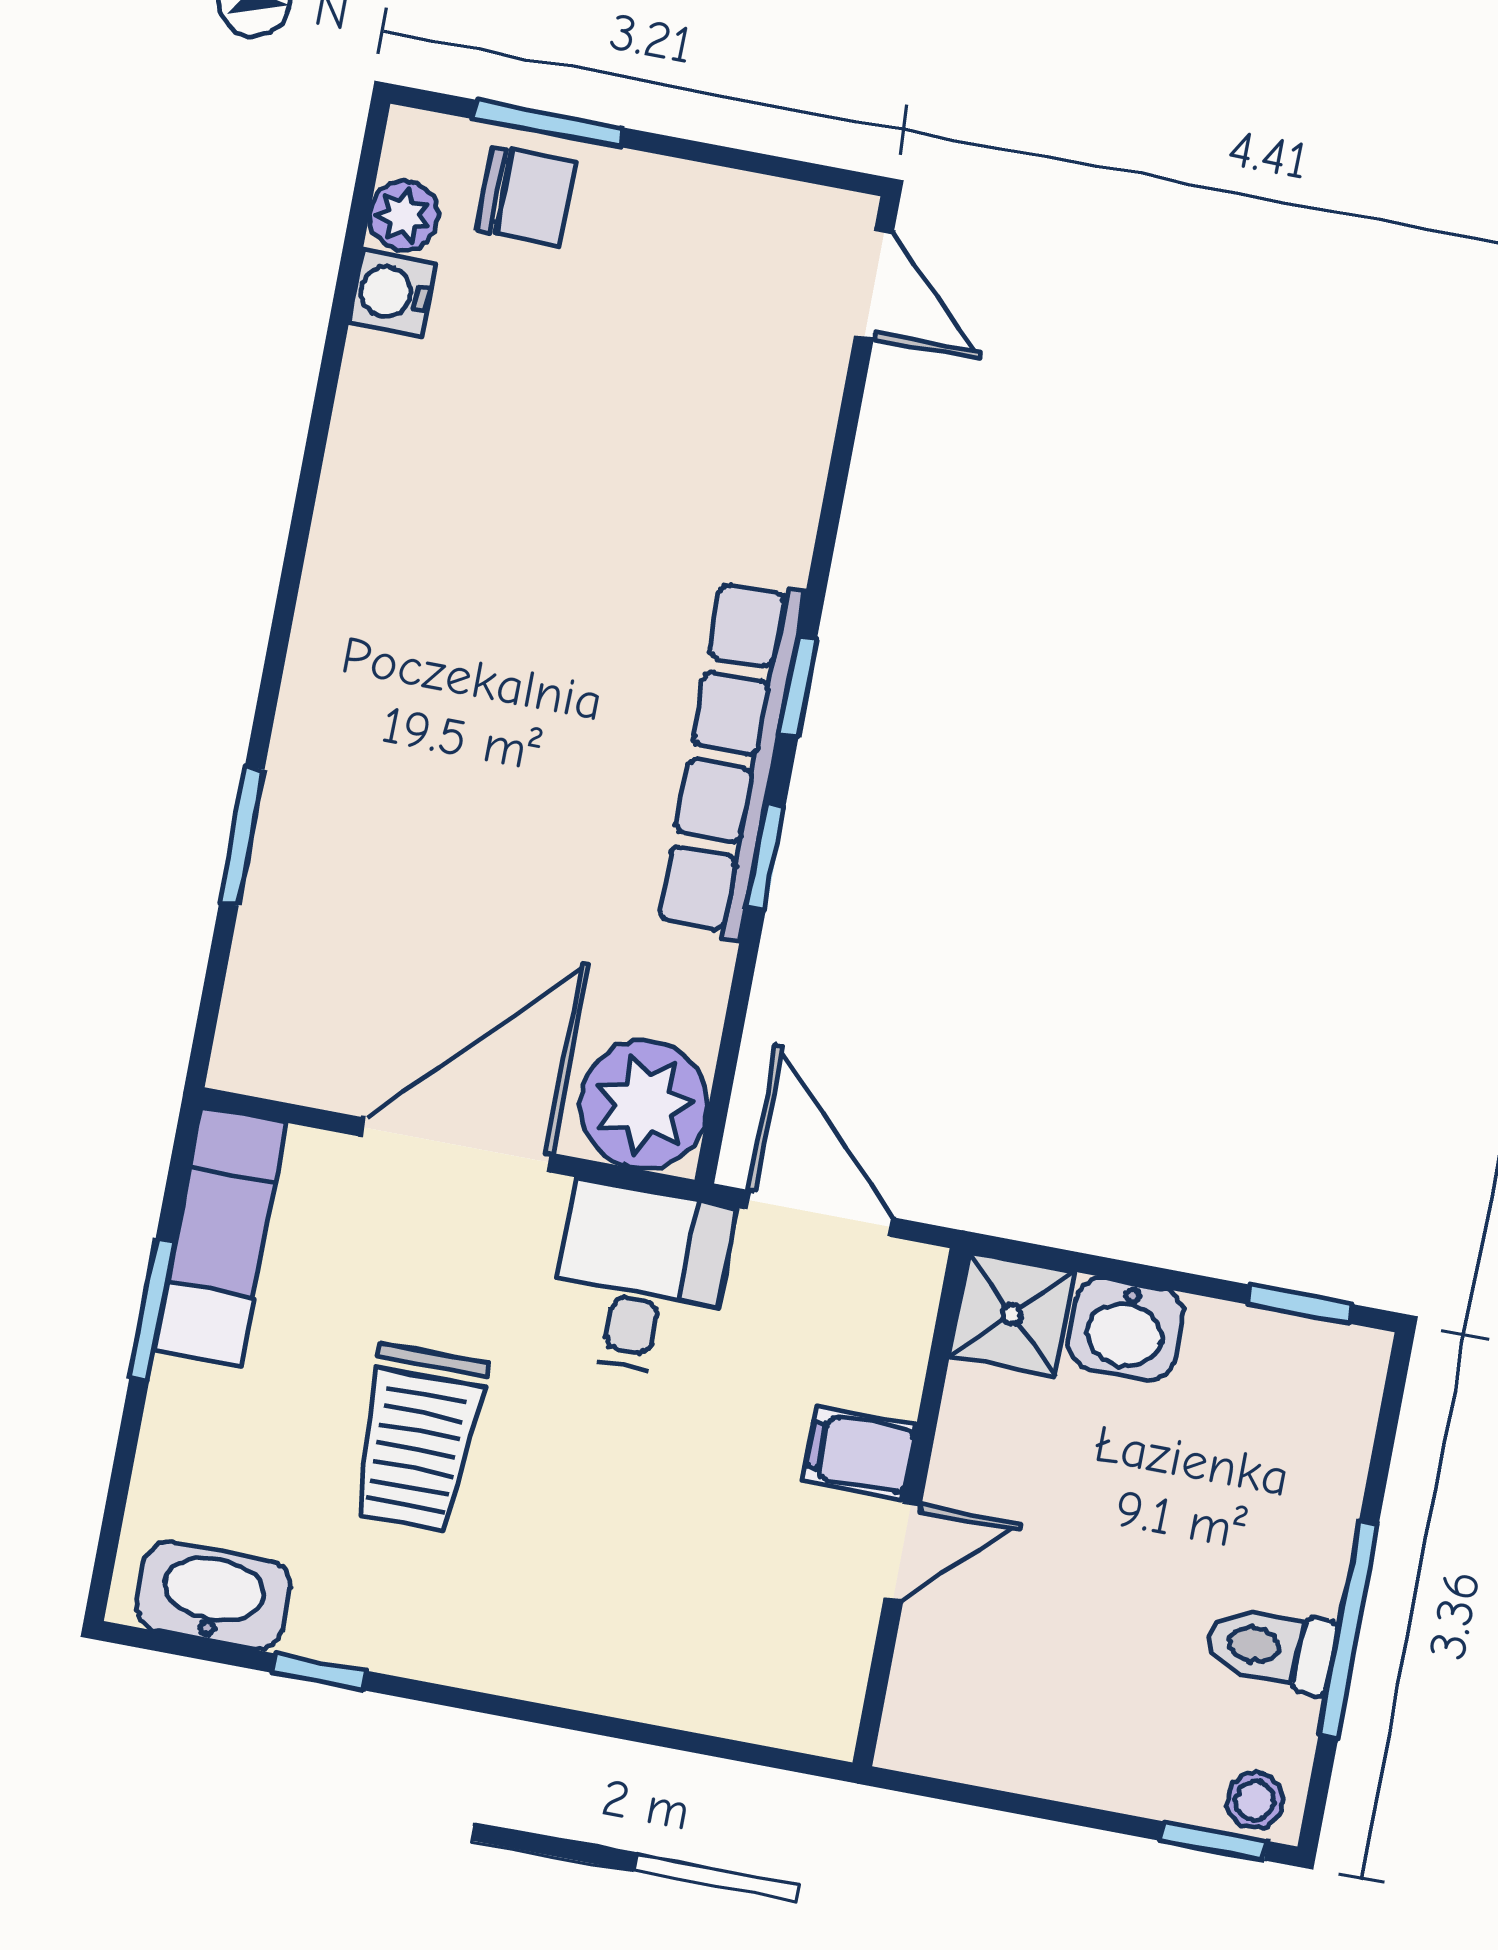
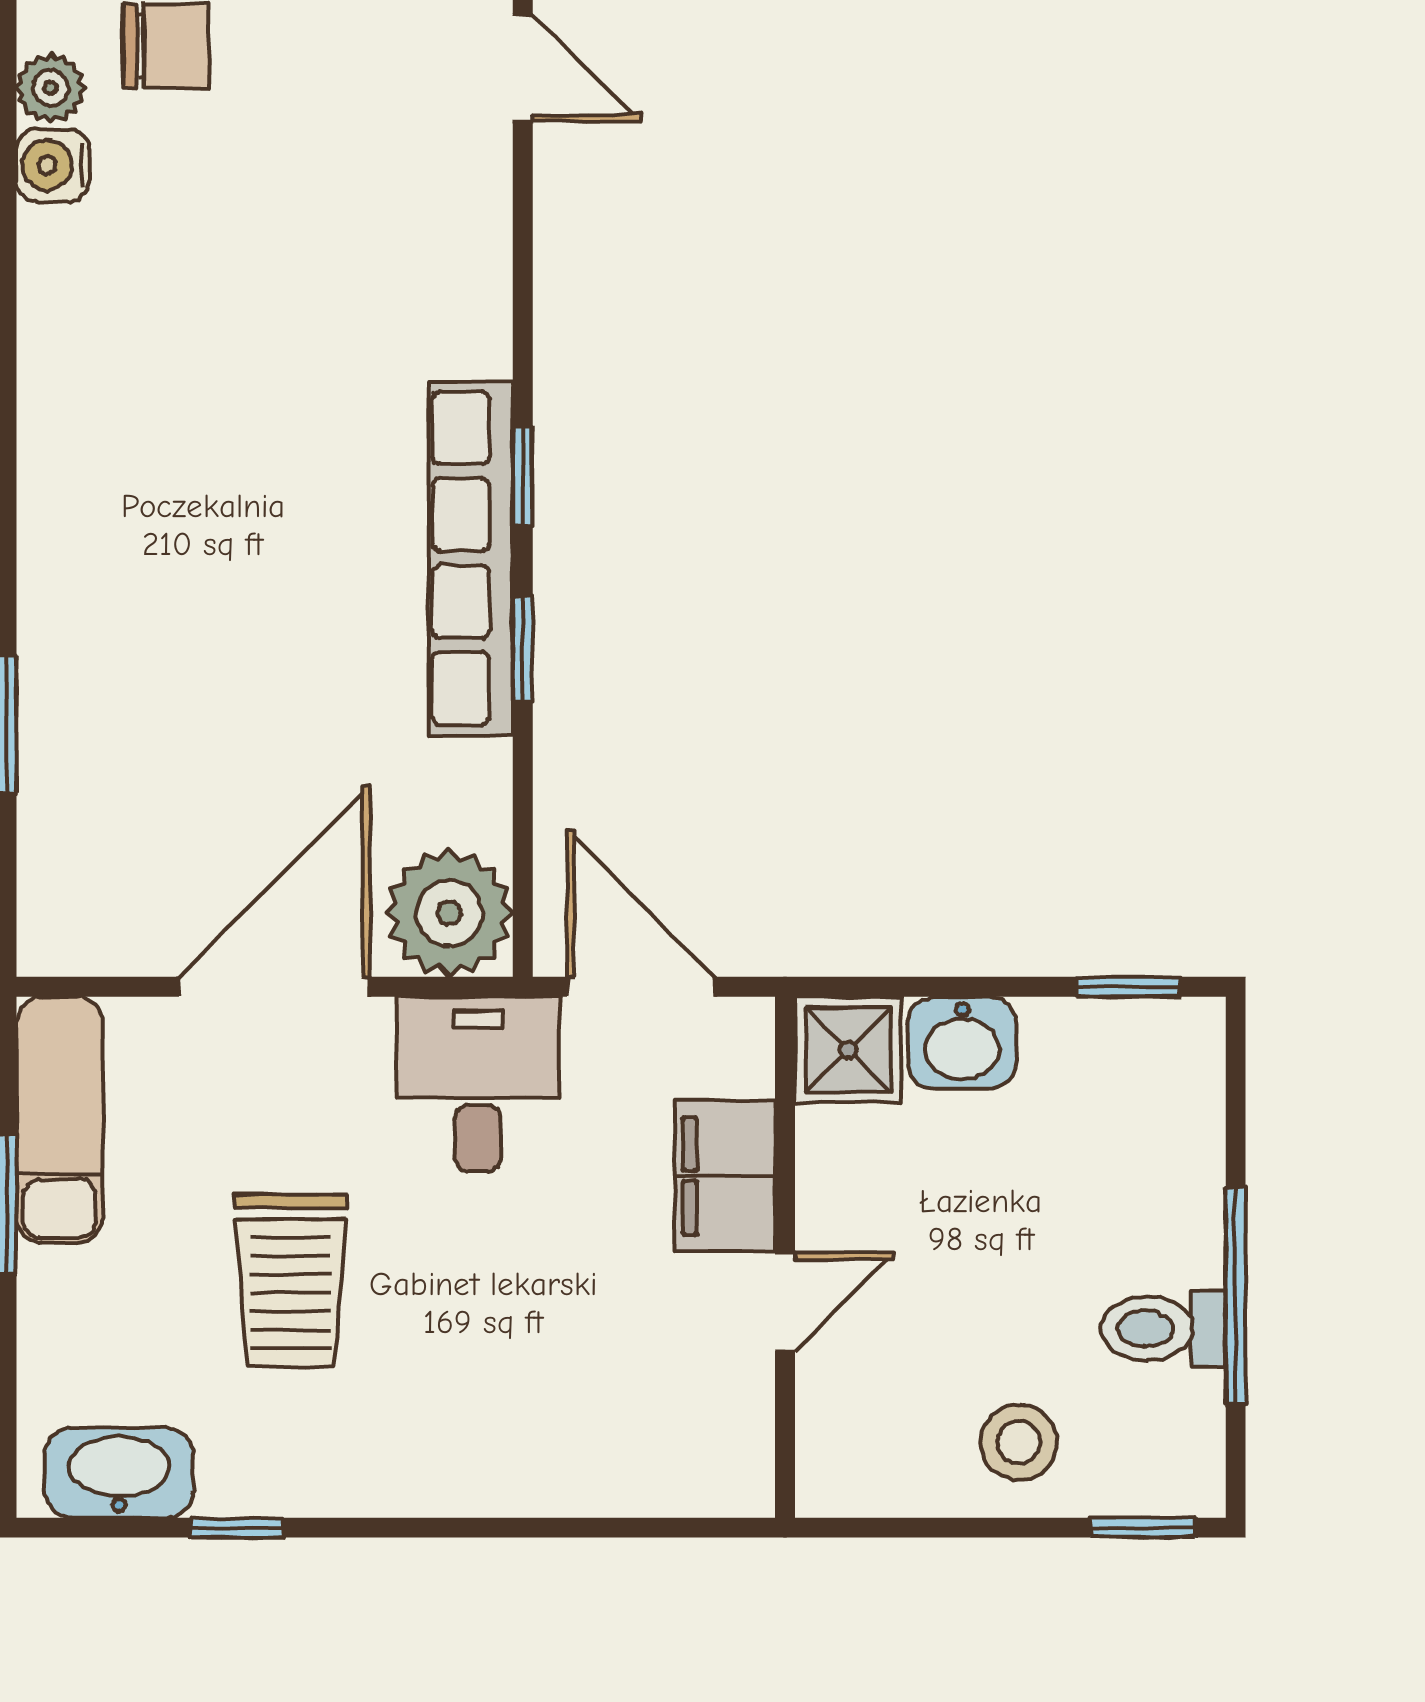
filing cabinet: (860, 1453) -> (725, 1176), width x2.00
stool: (1255, 1801) -> (1019, 1442), moved, width x1.37, depth x1.37

